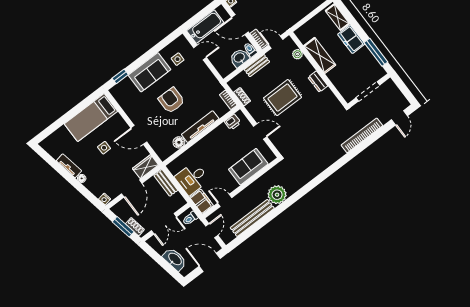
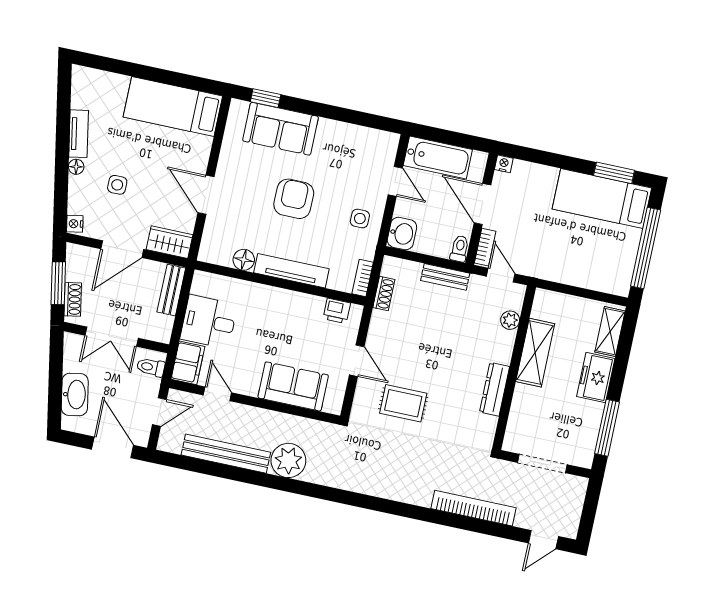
washbasin: (239, 58) -> (402, 234), moved, turned 90
side table: (178, 59) -> (360, 219), moved
sofa: (150, 72) -> (281, 129), moved
dresser: (318, 82) -> (495, 389), width x1.44
rug: (283, 98) -> (403, 403), moved, width x0.73, depth x0.70
side table: (104, 148) -> (117, 185), moved

